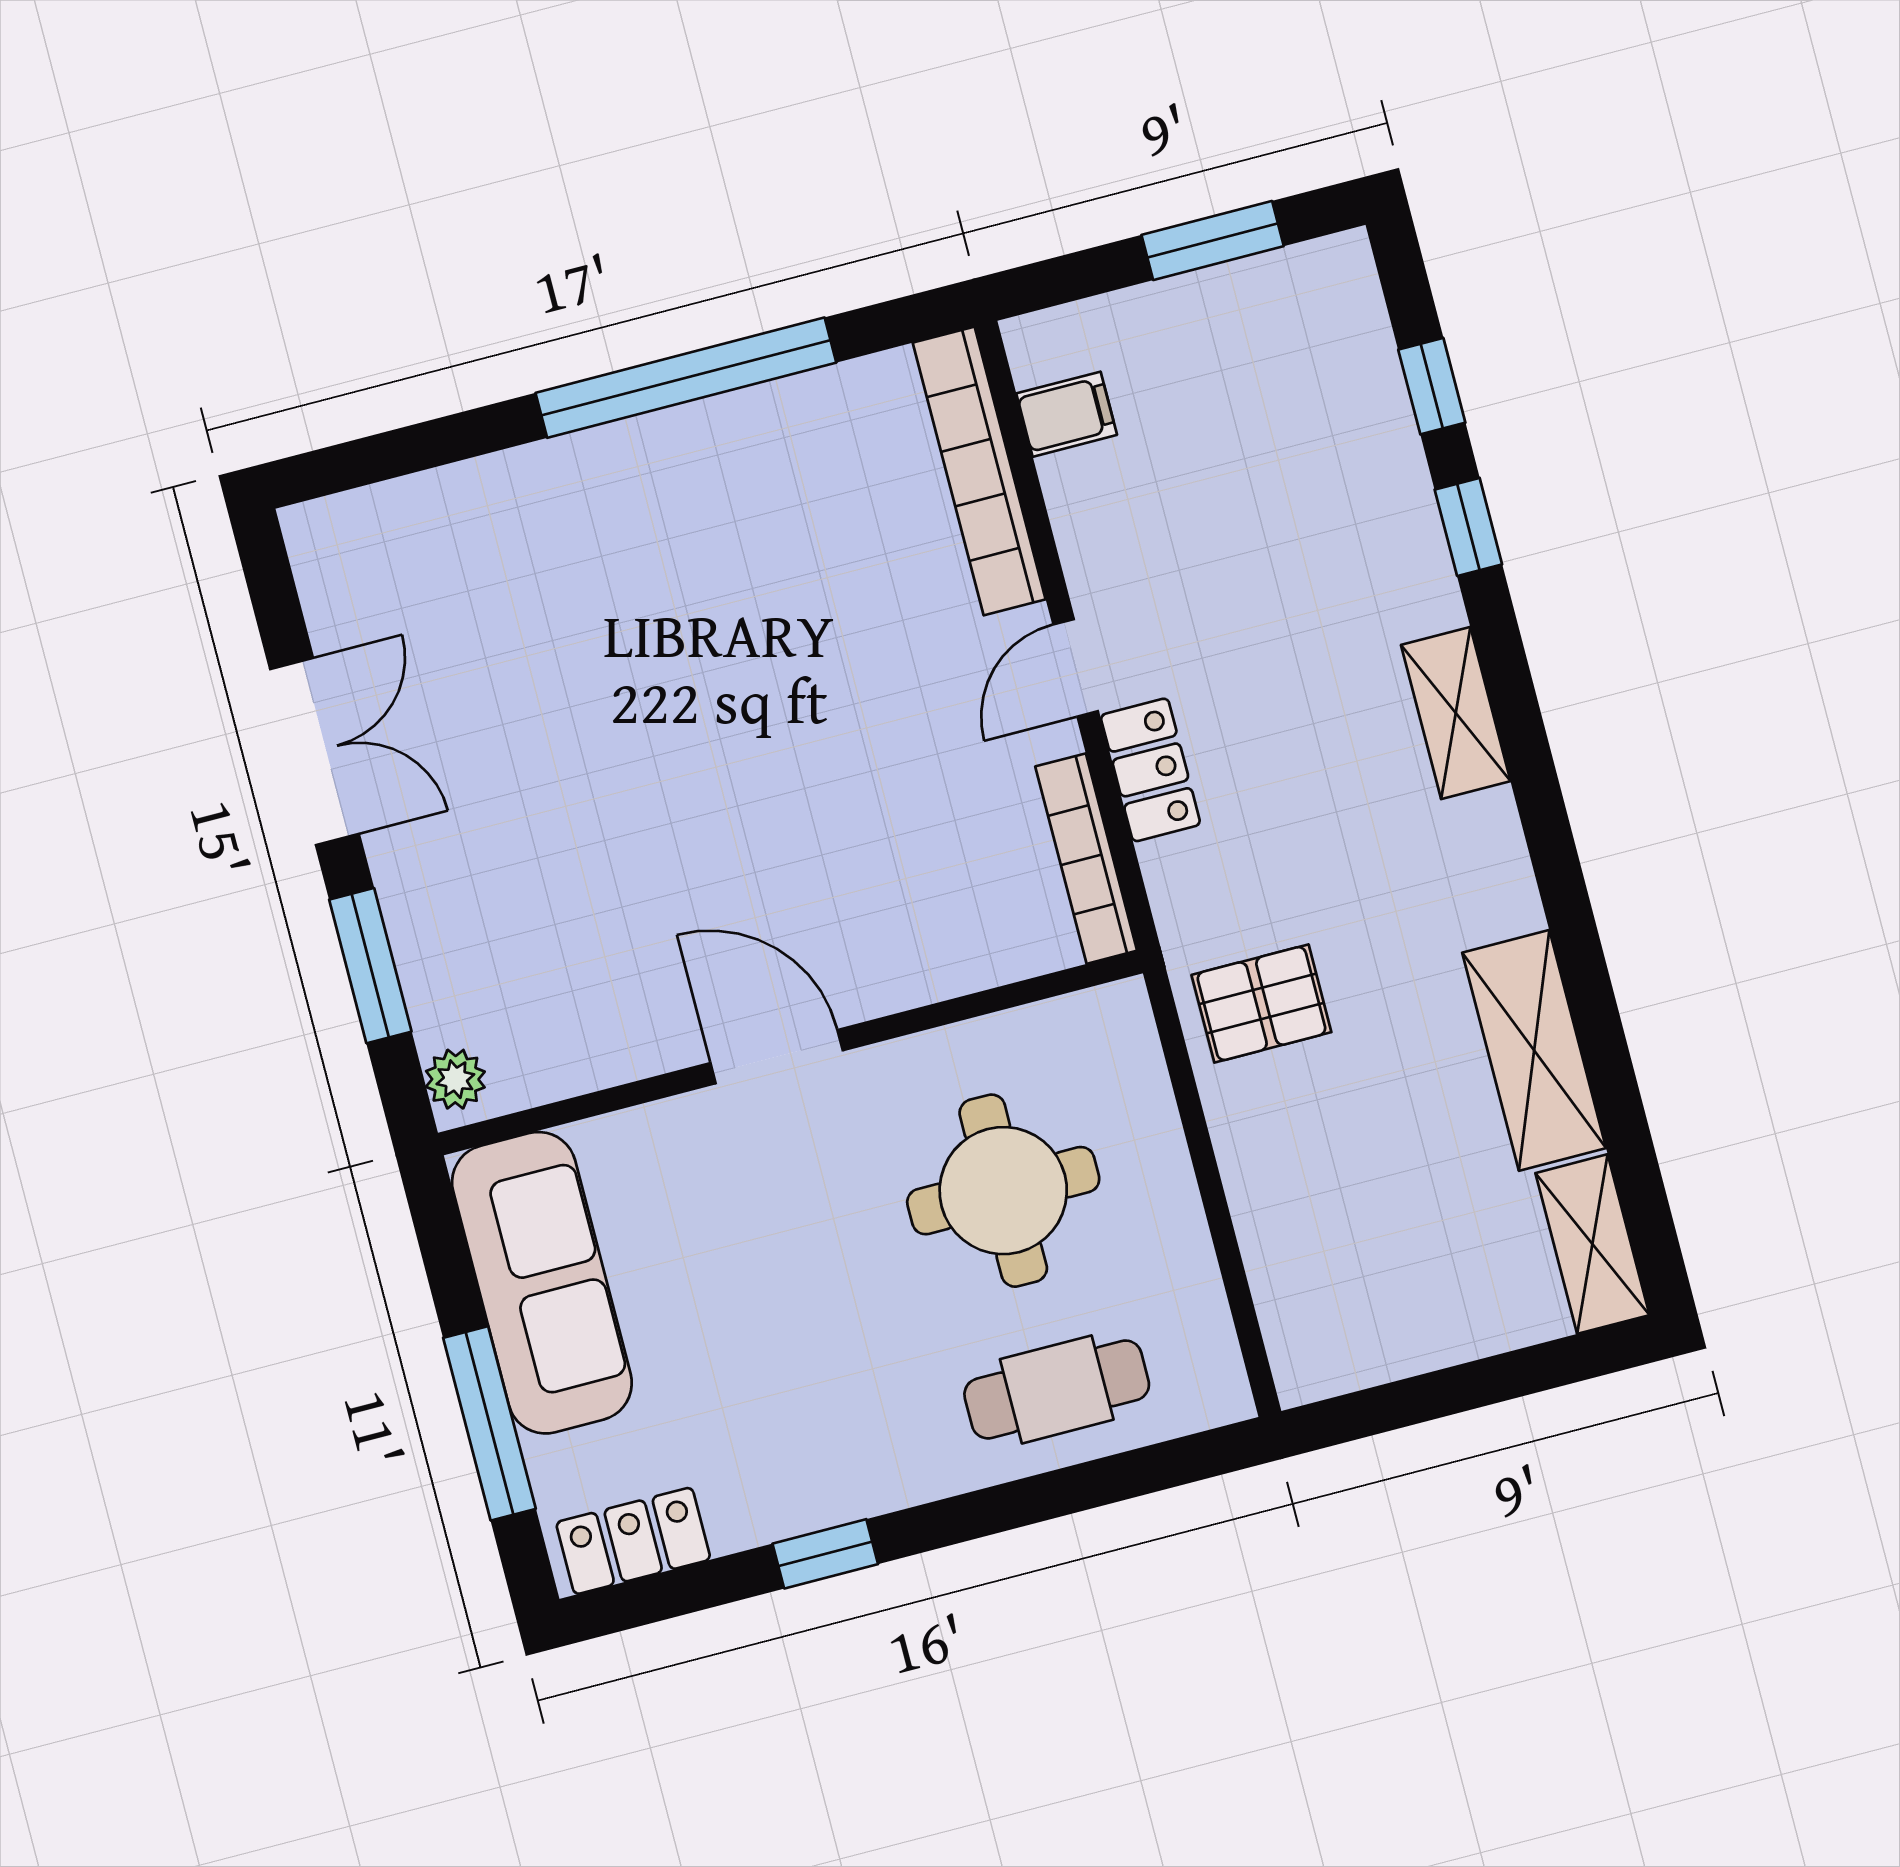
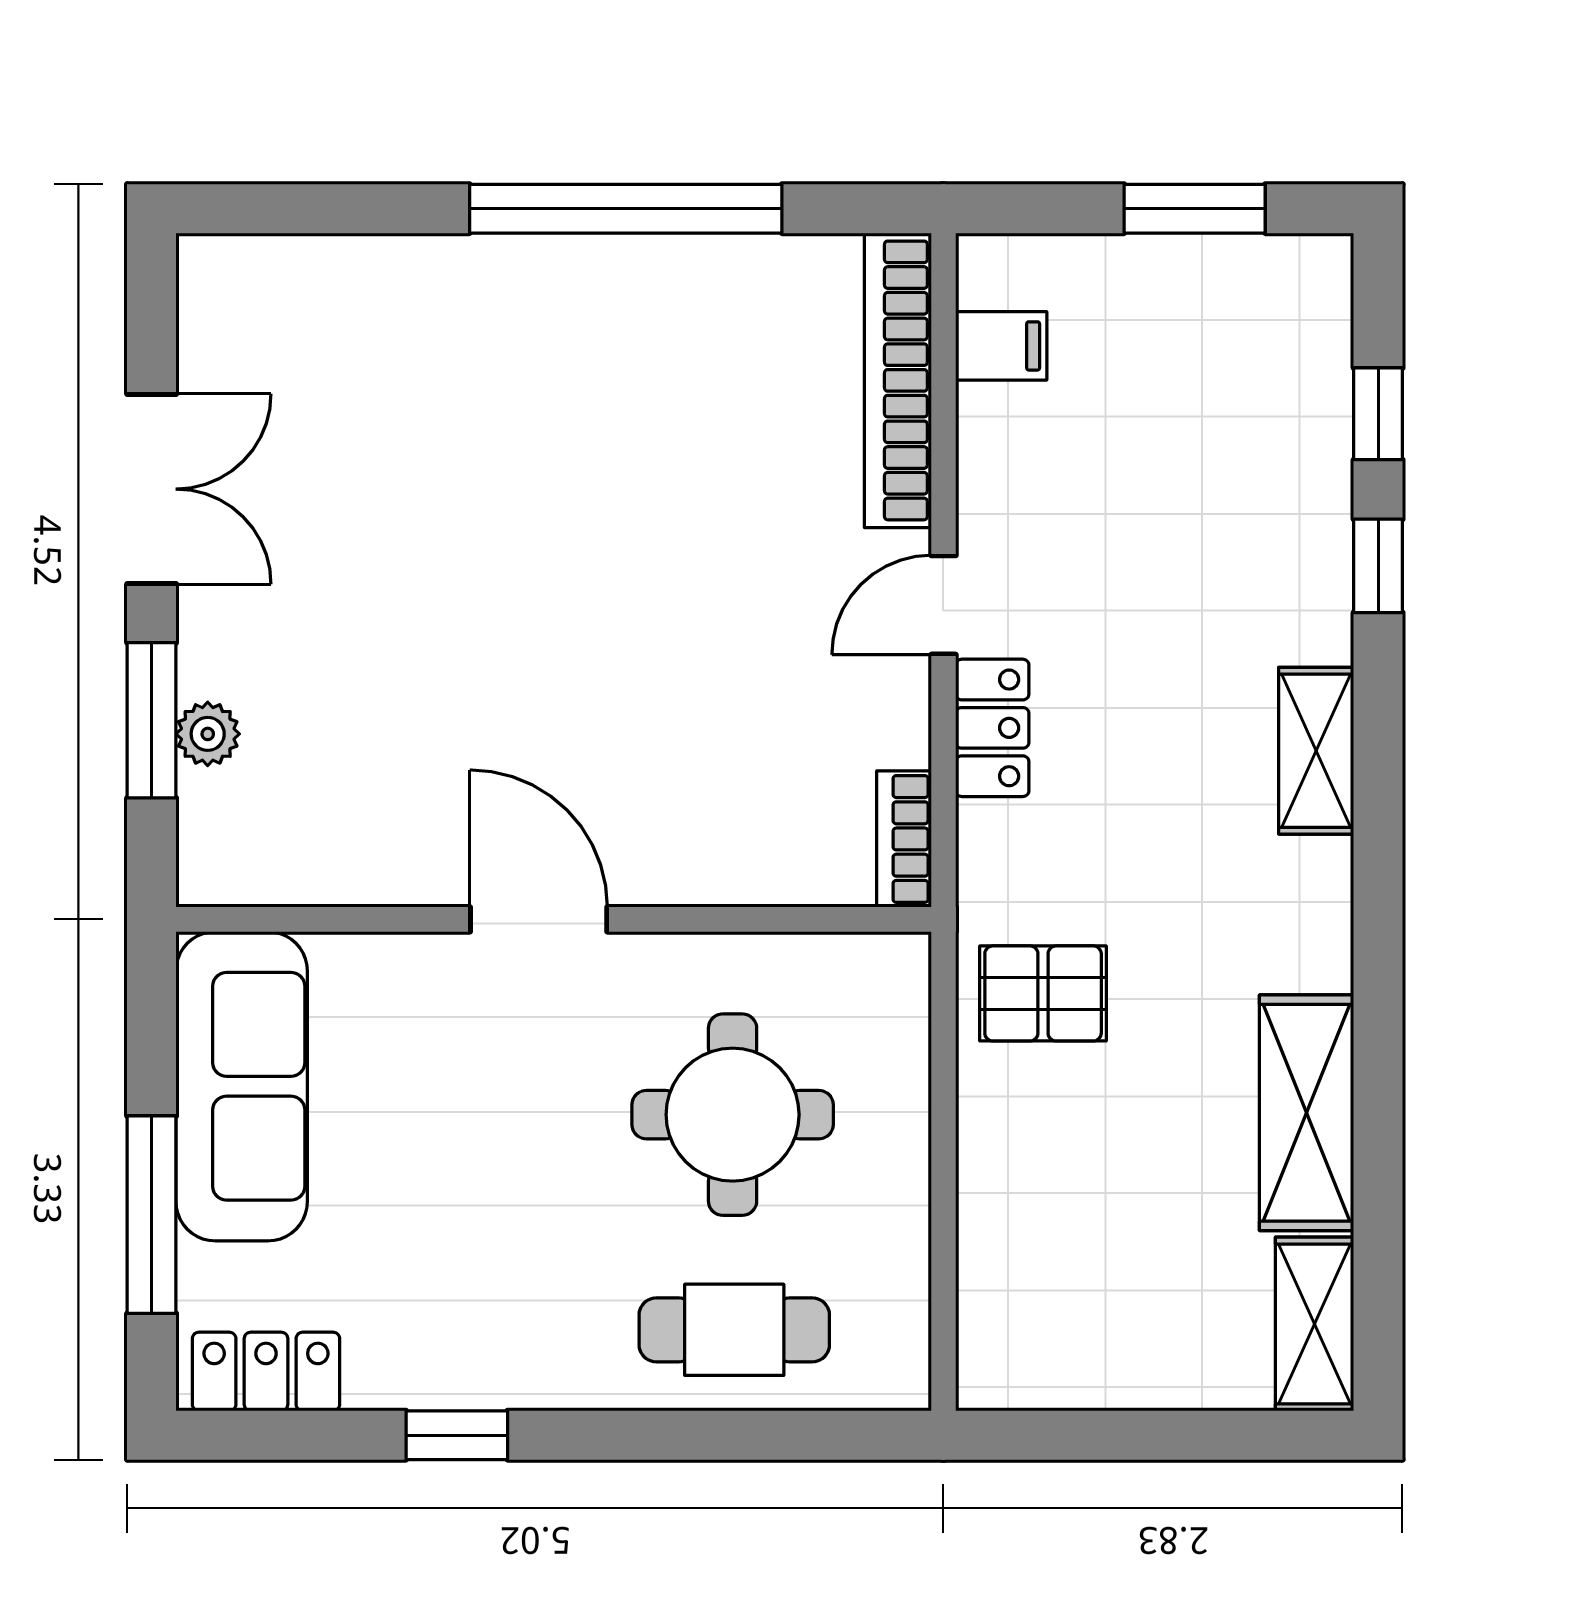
bookcase: (1086, 859) -> (904, 839), width x0.64
plant: (455, 1079) -> (208, 734), moved

